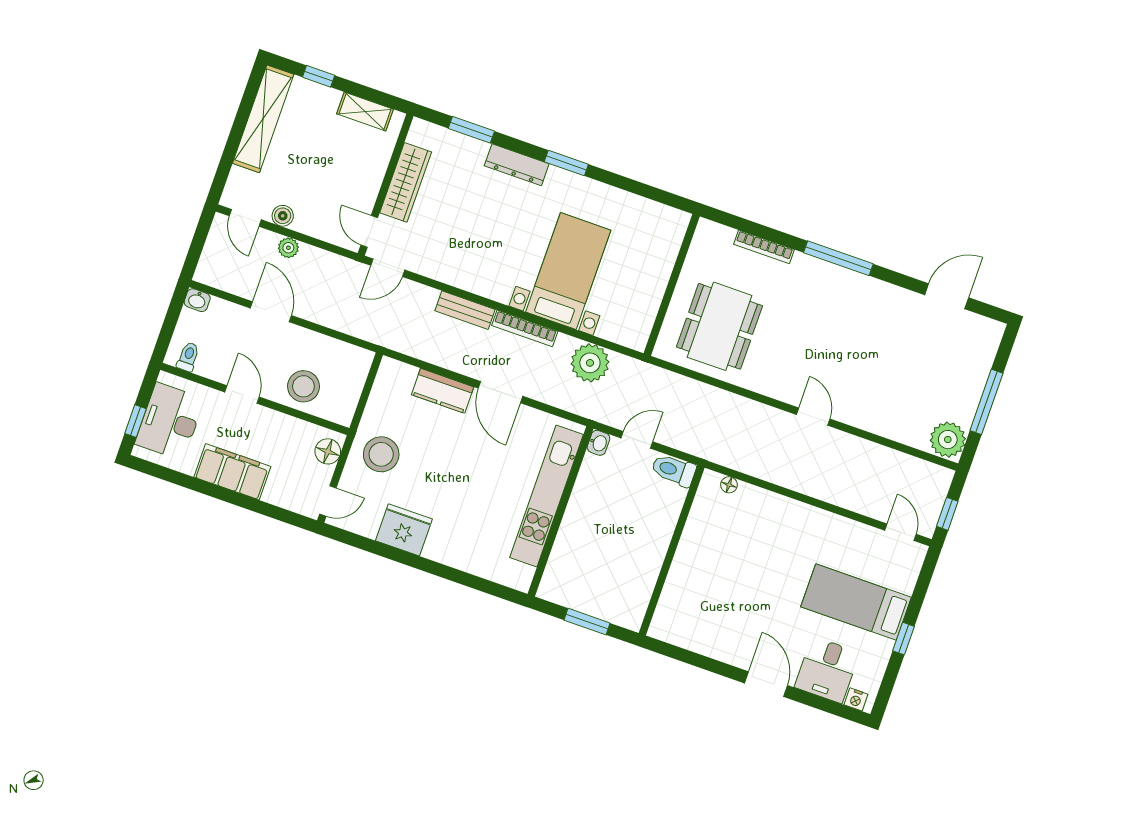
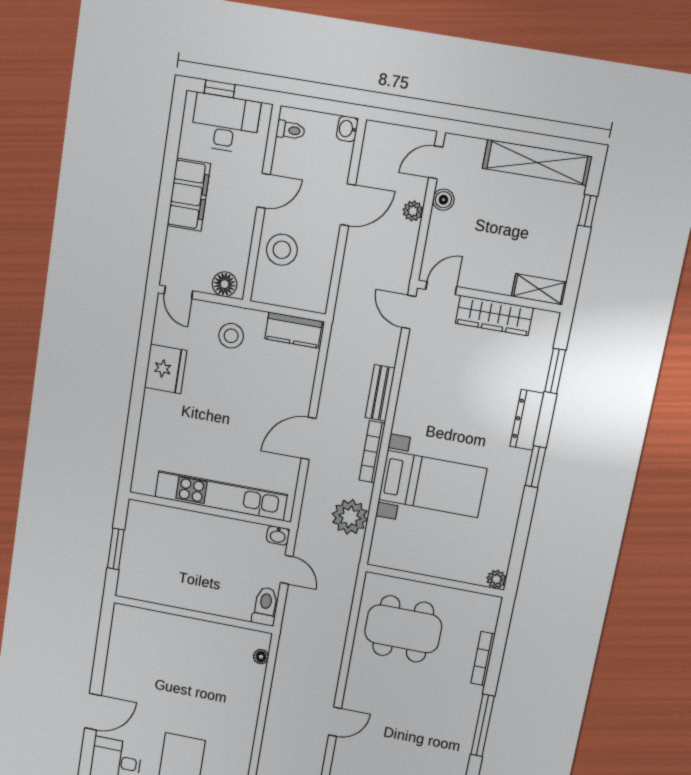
shelving: (365, 112) -> (539, 289), moved, turned 90
plant: (679, 220) -> (496, 579), added
kitchen counter: (443, 391) -> (294, 330), moved, turned -90
stool: (381, 454) -> (231, 336), width x0.73, depth x0.73

